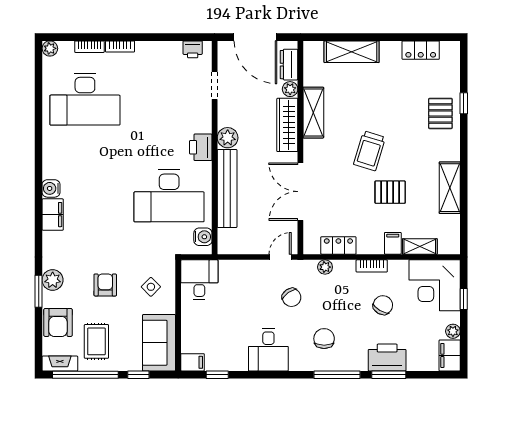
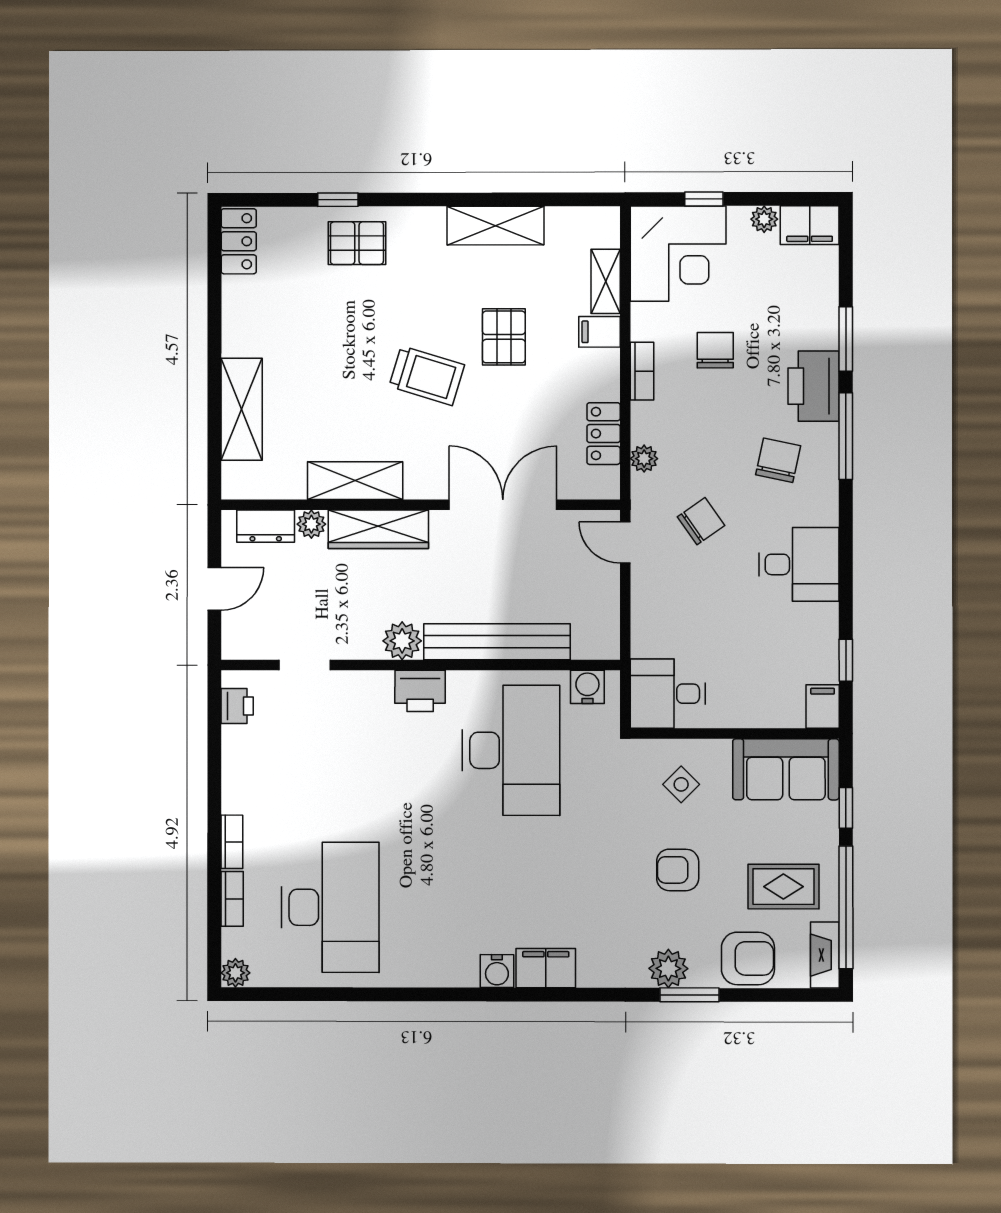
door: (255, 37) -> (214, 589), width x0.53
locker: (421, 50) -> (239, 241), moved
double door: (300, 192) -> (503, 505), swing flipped
chair: (383, 305) -> (715, 350), turned 60
chair: (324, 339) -> (778, 460), turned 102
printer: (387, 358) -> (814, 386), moved

